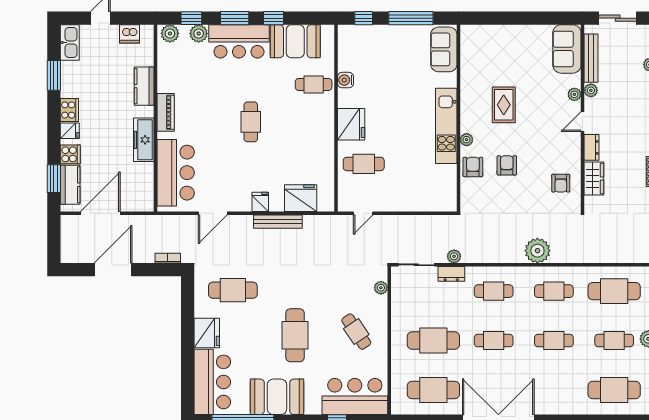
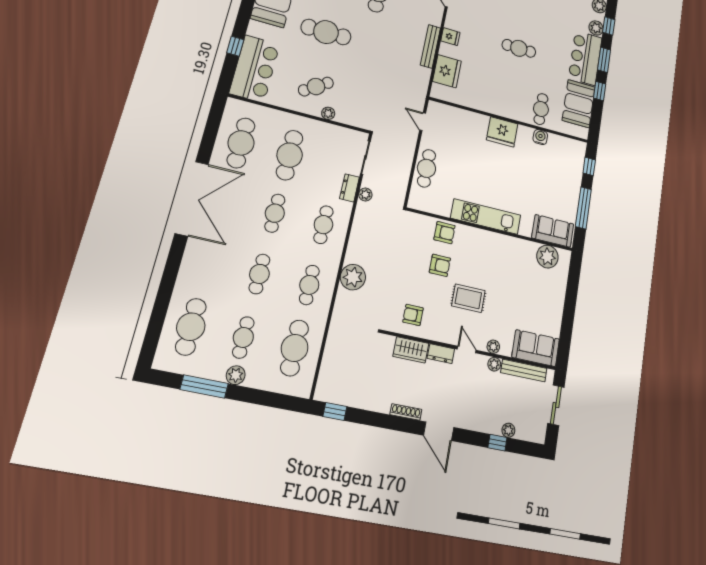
rug: (504, 105) -> (468, 298), moved
plant: (467, 140) -> (547, 257), moved, width x1.88, depth x1.88
cafe table: (364, 164) -> (426, 168), moved
plant: (381, 288) -> (328, 113), moved

